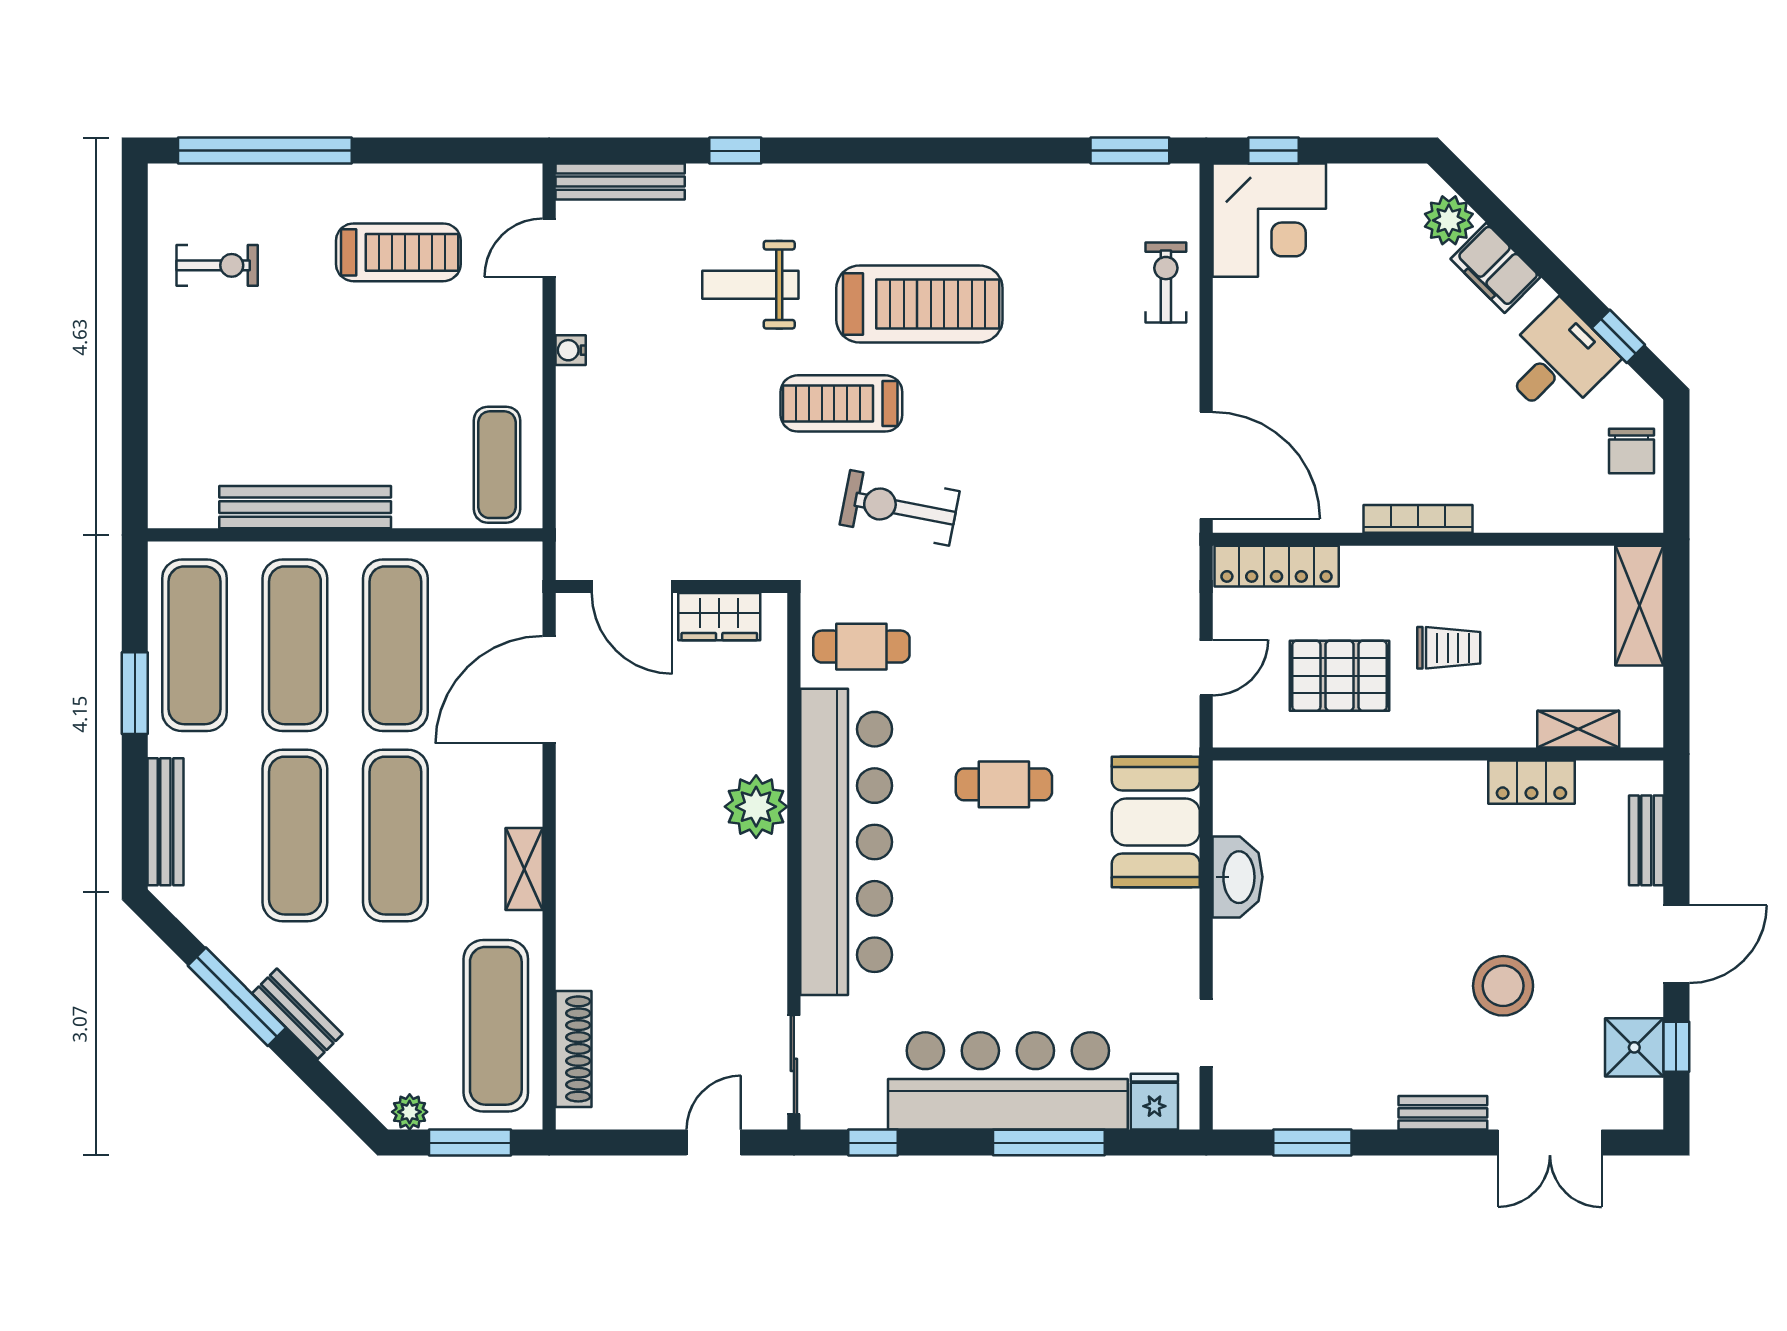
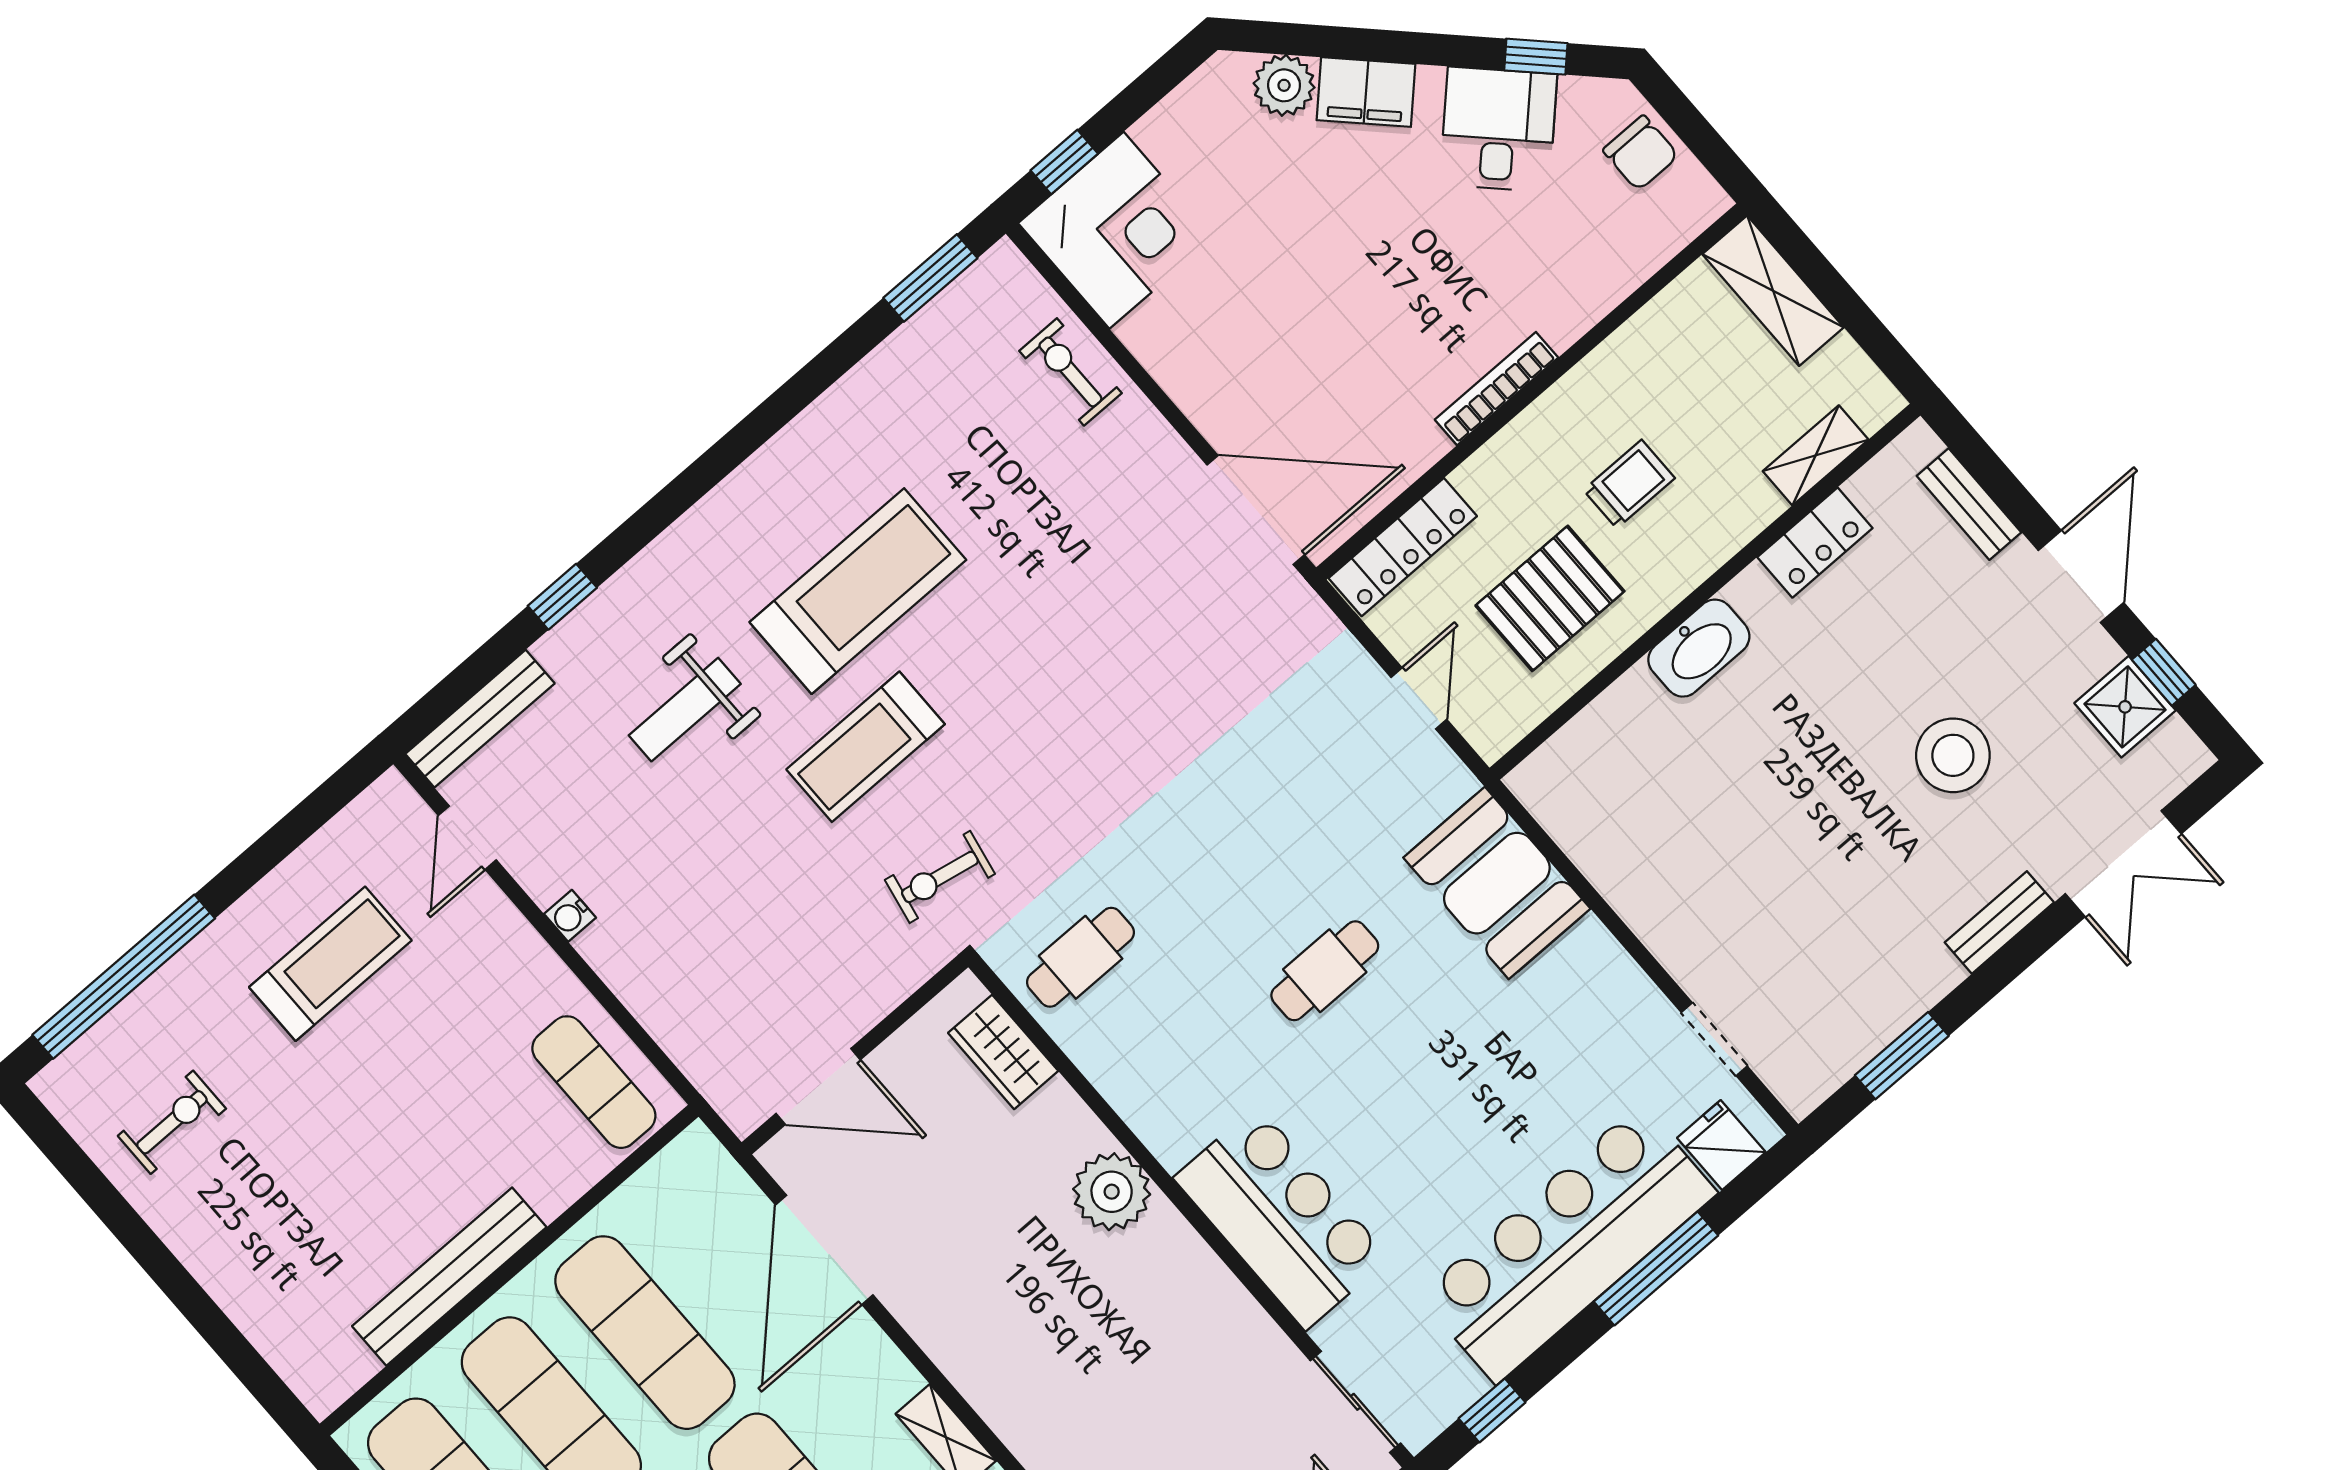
exercise bike: (900, 508) -> (940, 877), moved, width x0.73, depth x0.72
wardrobe: (719, 617) -> (1003, 1052), moved, turned 90
bar counter: (846, 842) -> (1281, 1218), width x0.54
washbasin: (1237, 877) -> (1699, 648), moved, turned 90

